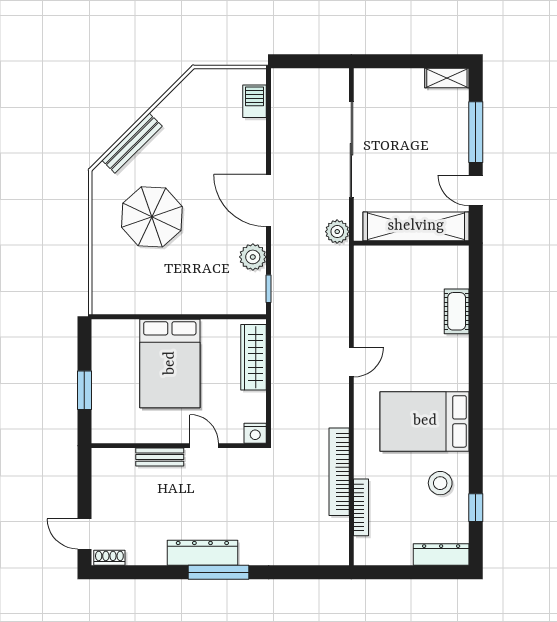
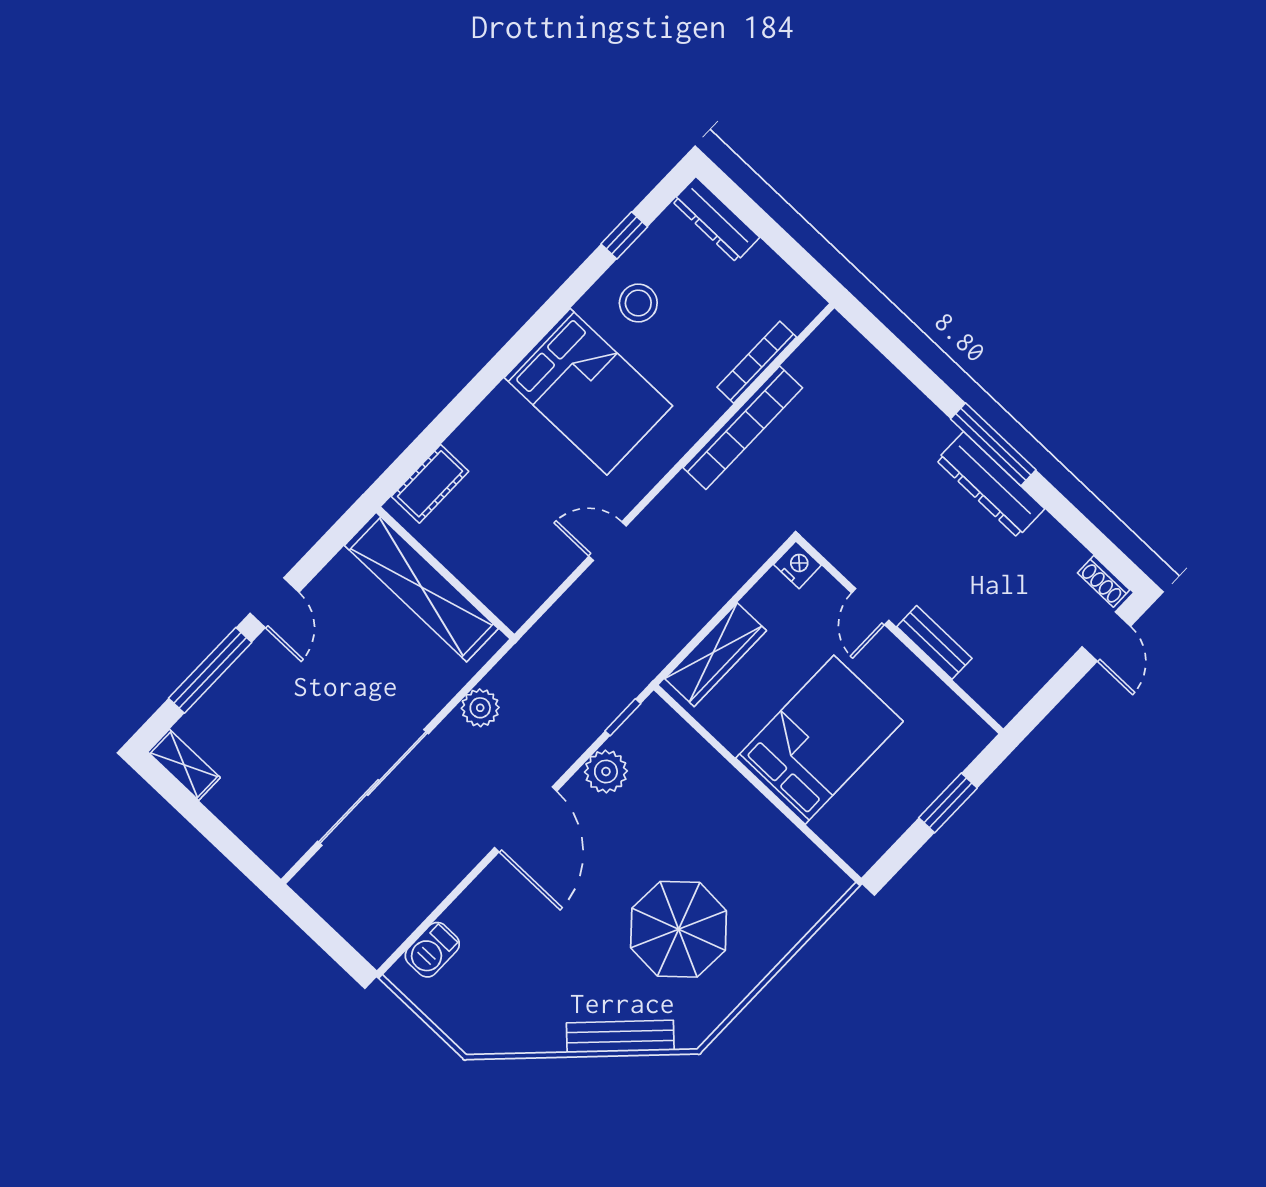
shelving: (416, 226) -> (421, 587), moved
wall: (411, 243) -> (445, 573), moved

